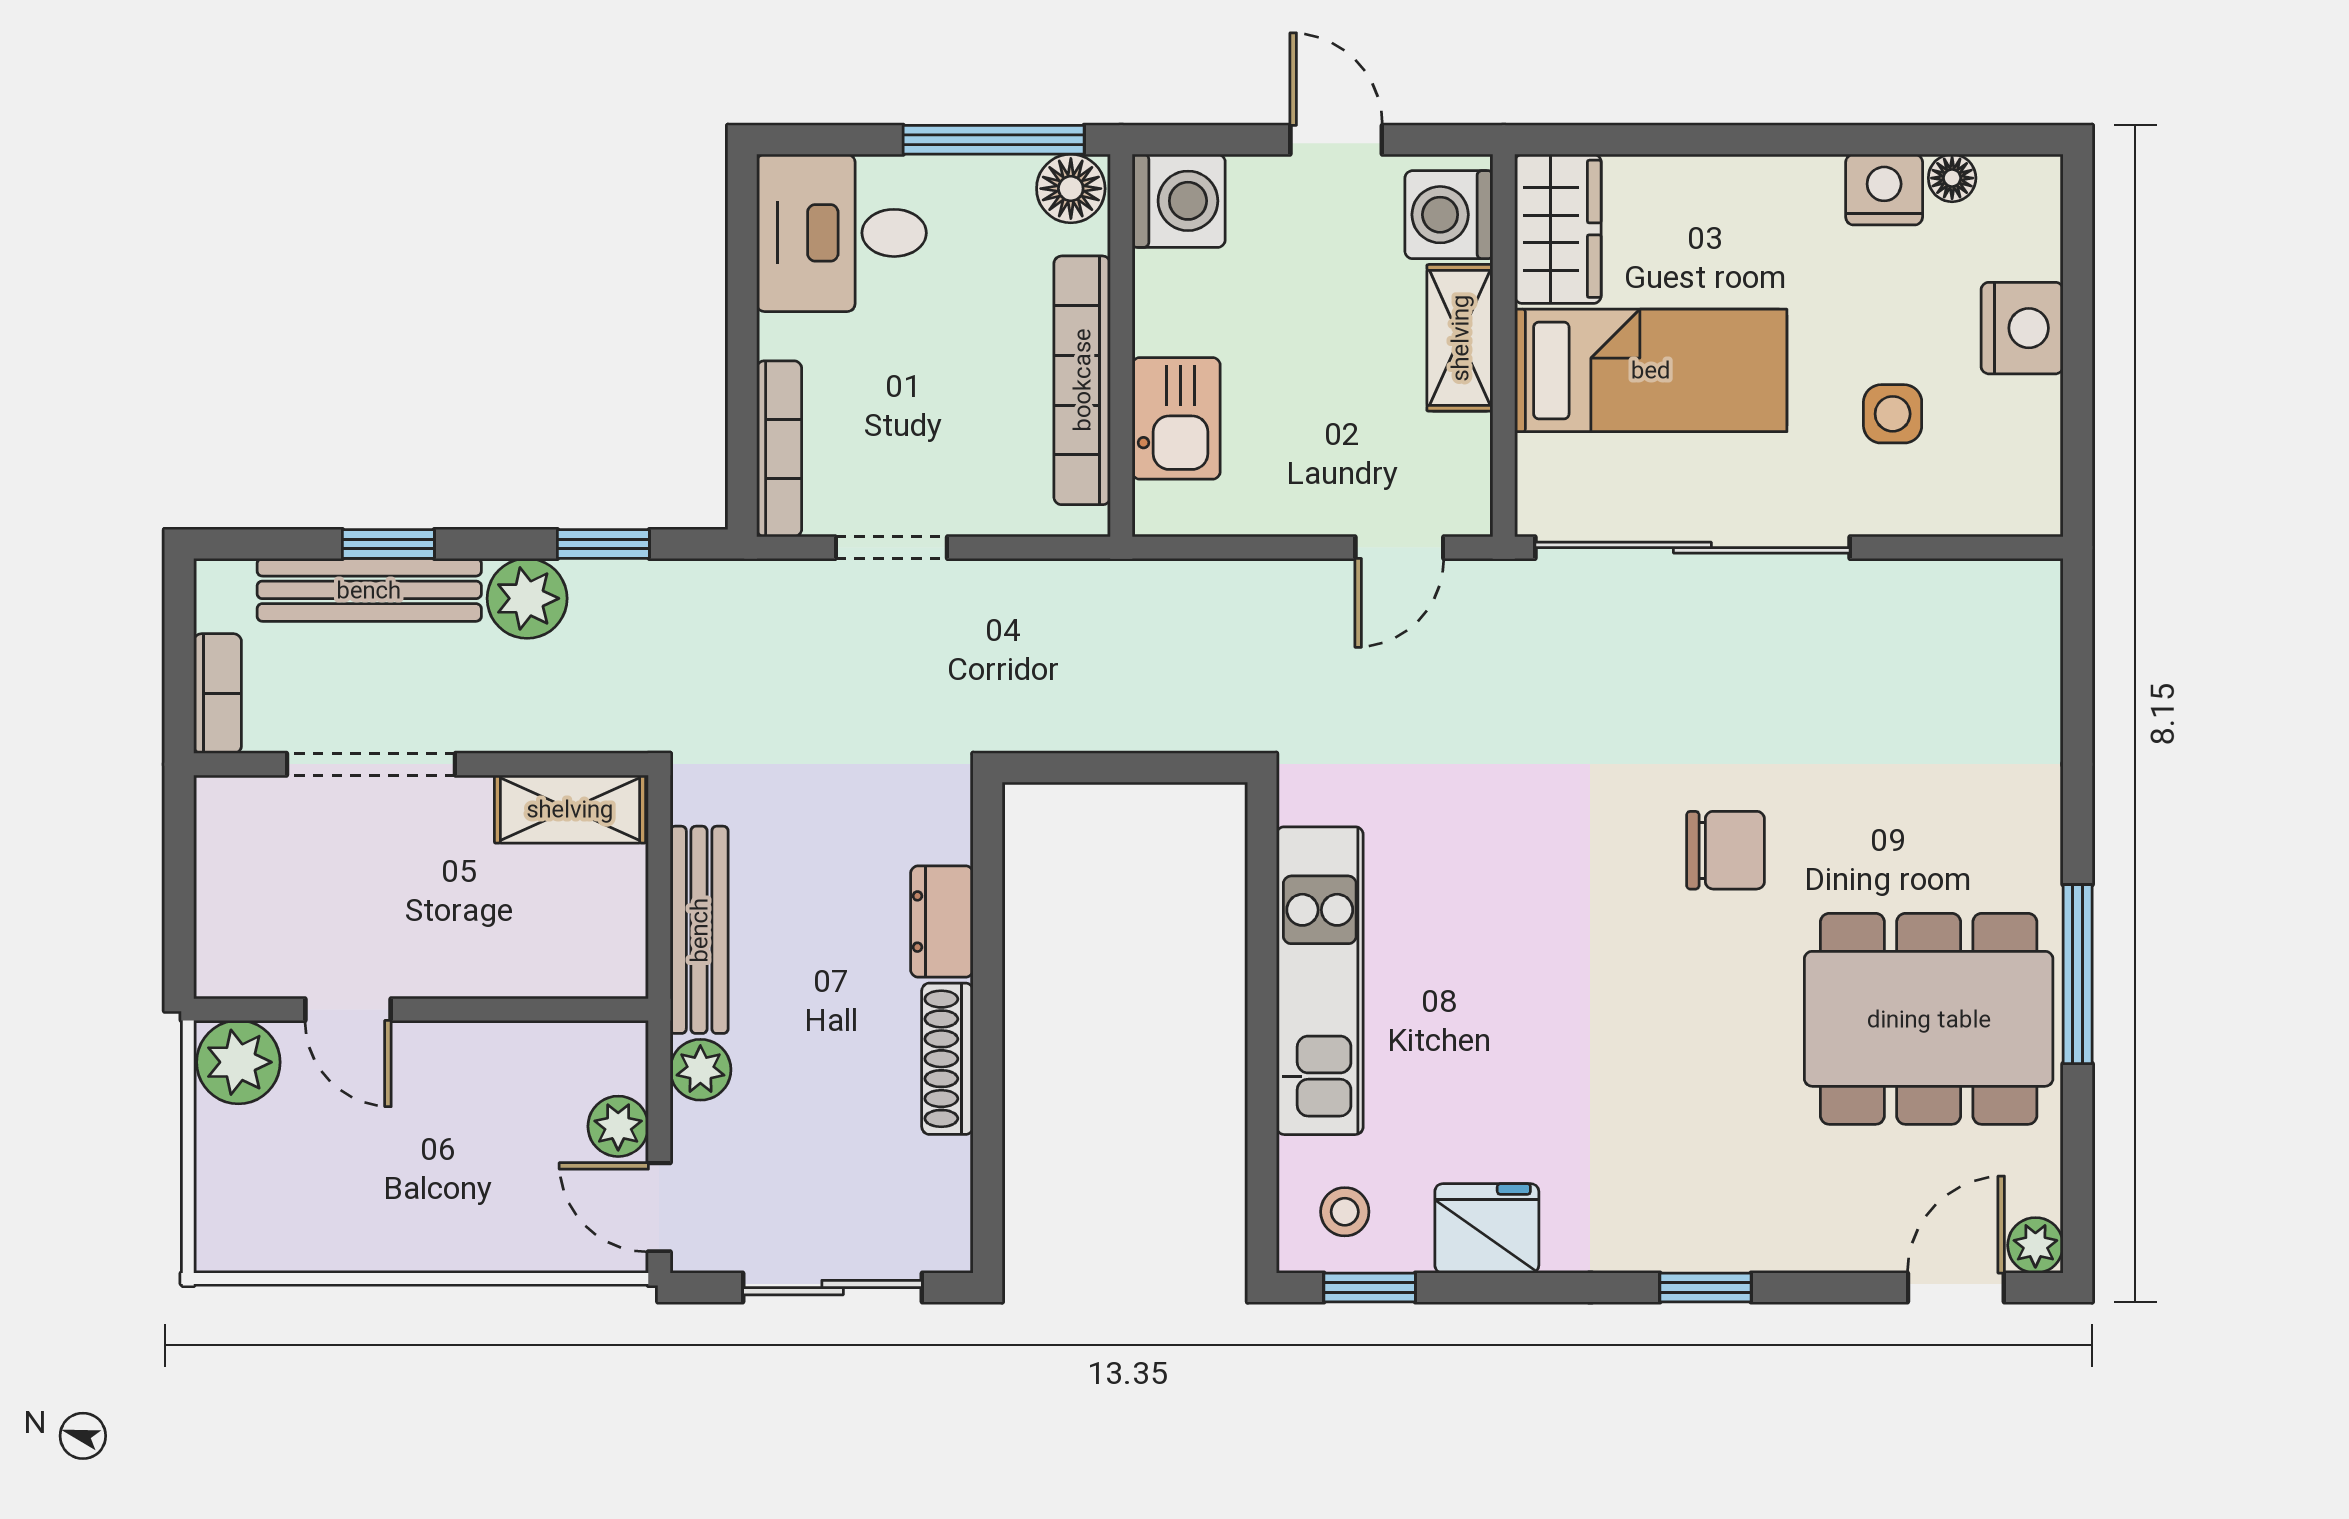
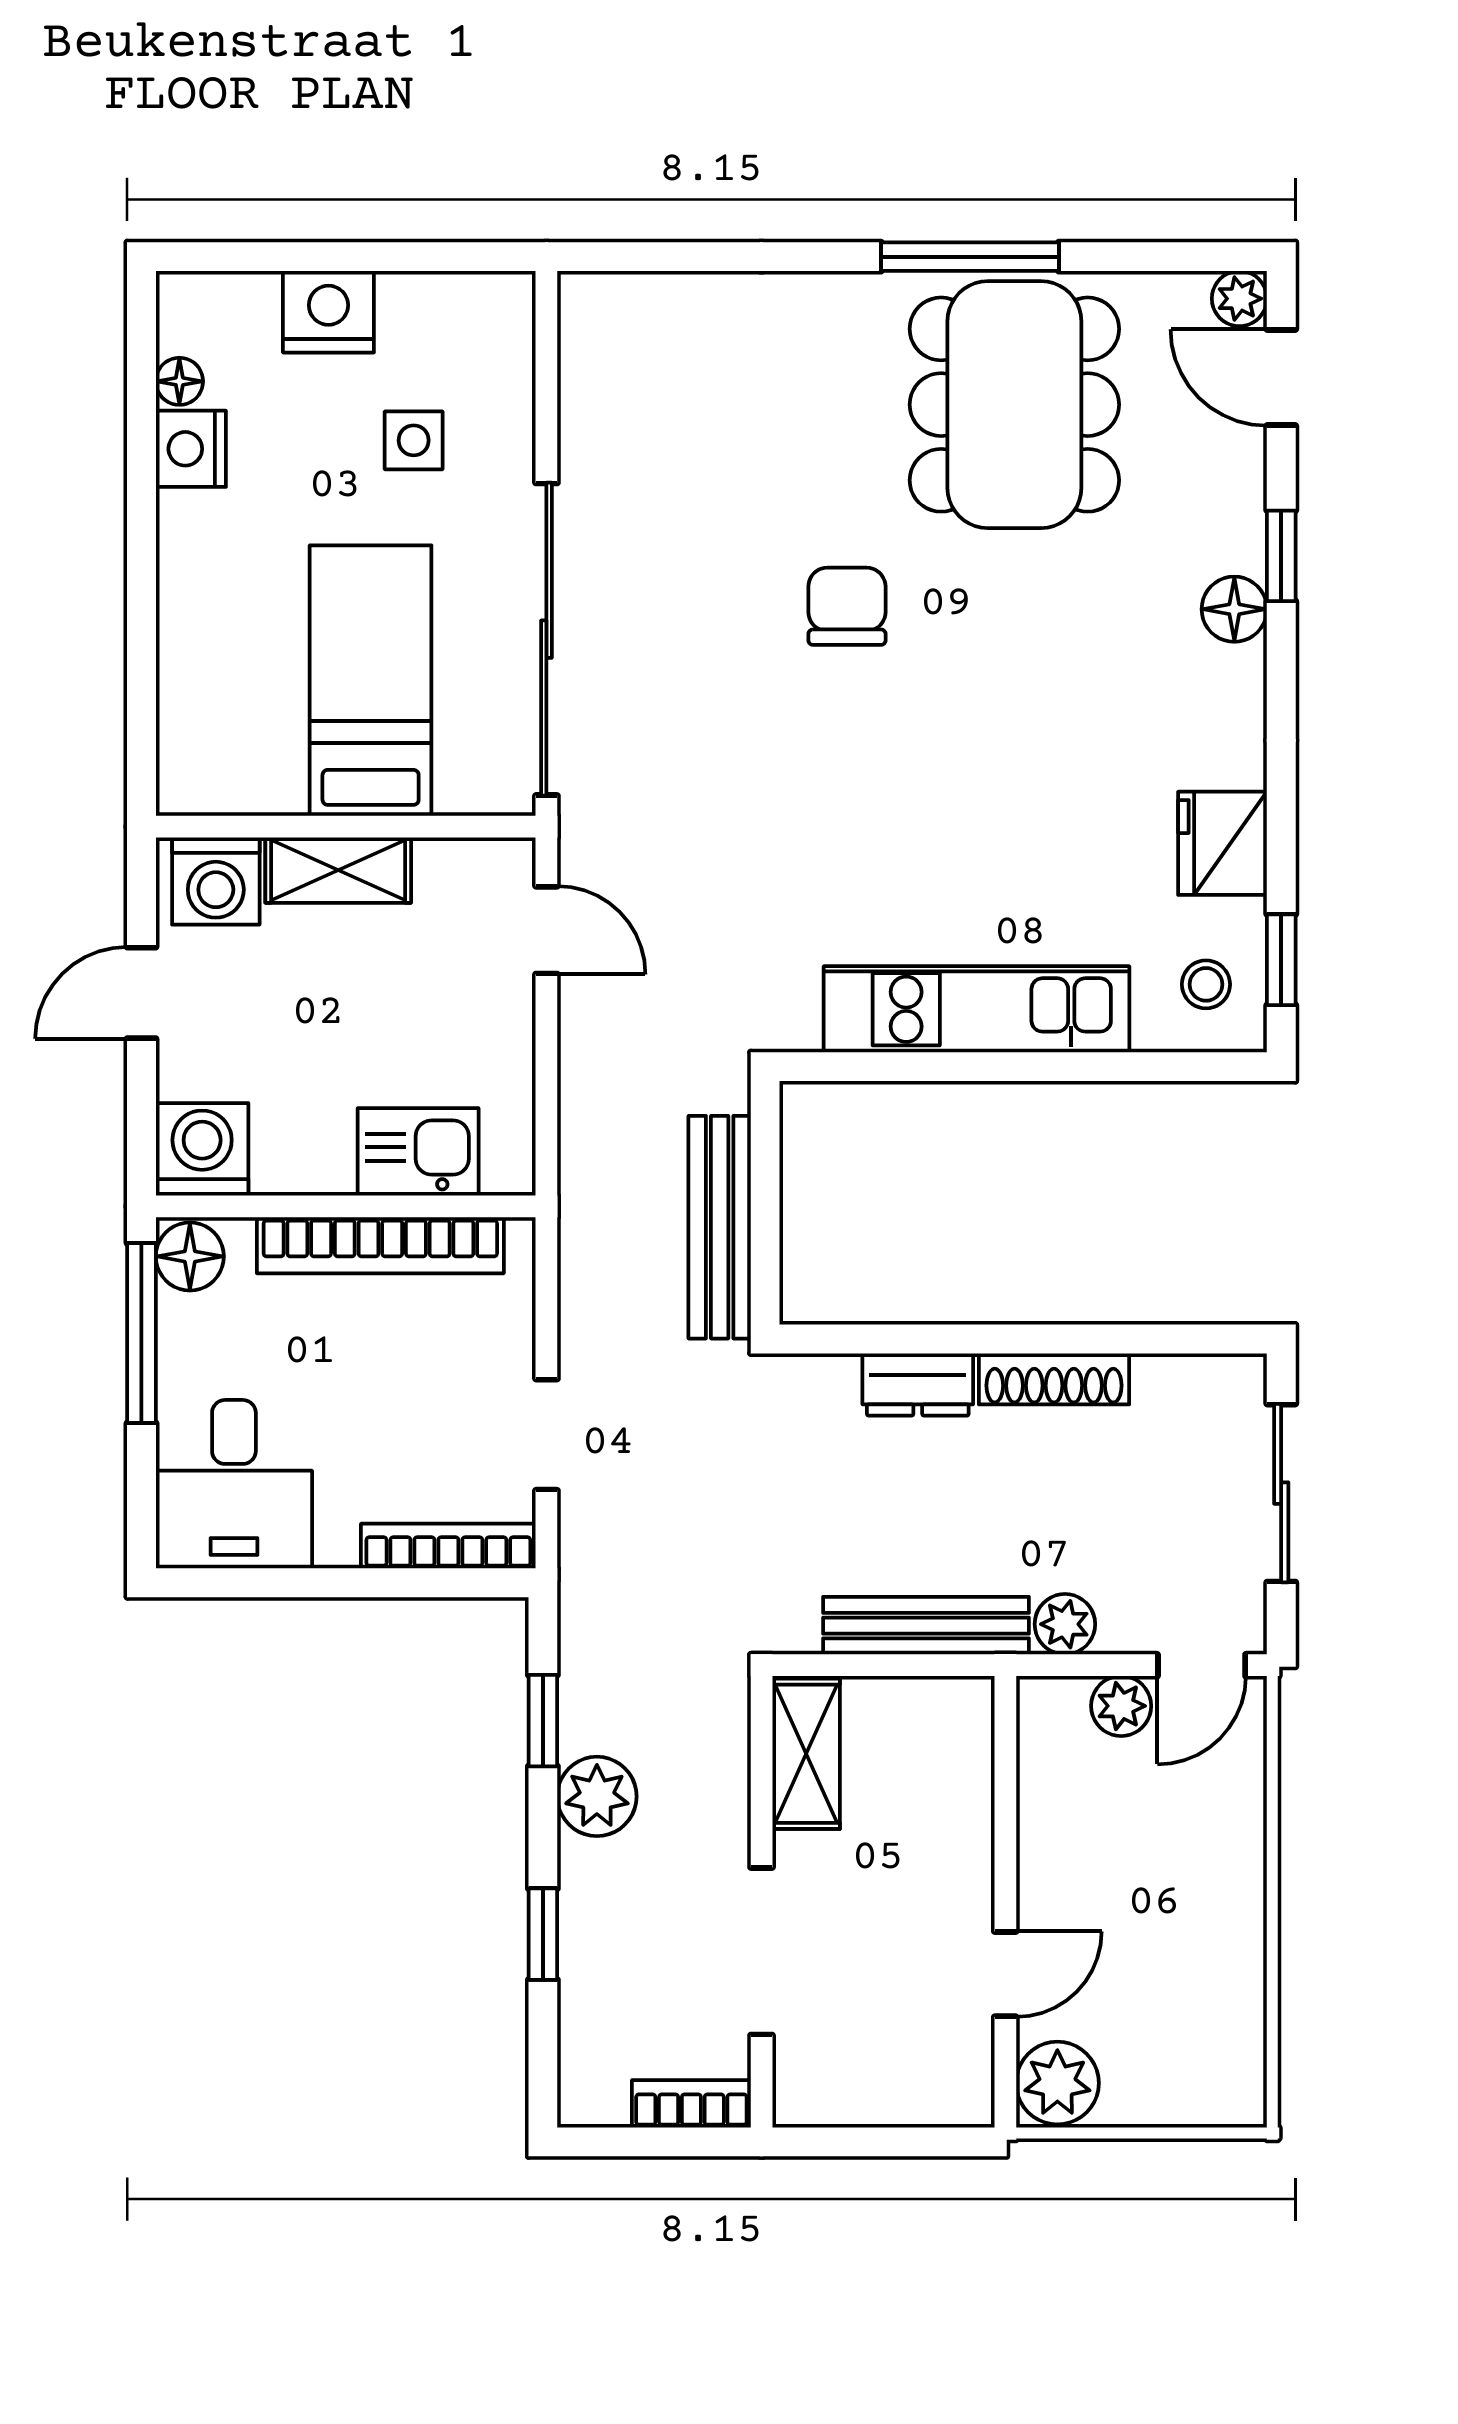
wardrobe: (1558, 229) -> (230, 773), removed
bench: (369, 590) -> (720, 1227), moved
floor lamp: (1723, 1240) -> (1234, 609), added
window: (1705, 1288) -> (1281, 556), moved

